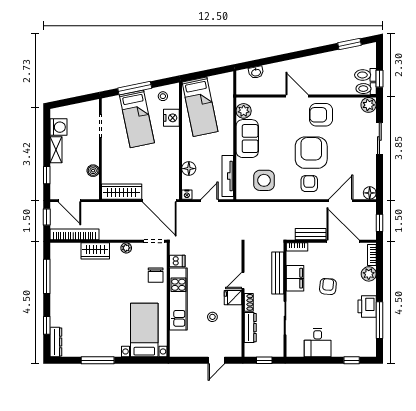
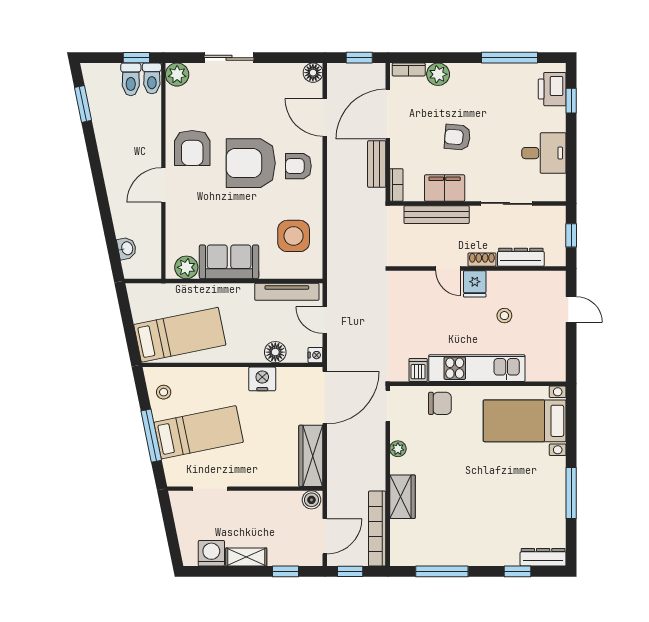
nightstand: (171, 118) -> (262, 379), moved
boiler: (93, 171) -> (311, 500), moved
printer: (367, 306) -> (552, 89), moved, turned 90

